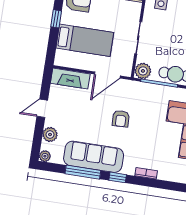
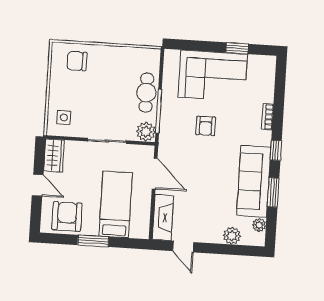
window: (56, 19) -> (93, 241), width x1.50
door: (42, 108) -> (183, 247), moved
armchair: (121, 119) -> (206, 126), moved, turned 92
plant: (45, 156) -> (259, 225), moved
window: (83, 172) -> (273, 192), width x0.69

